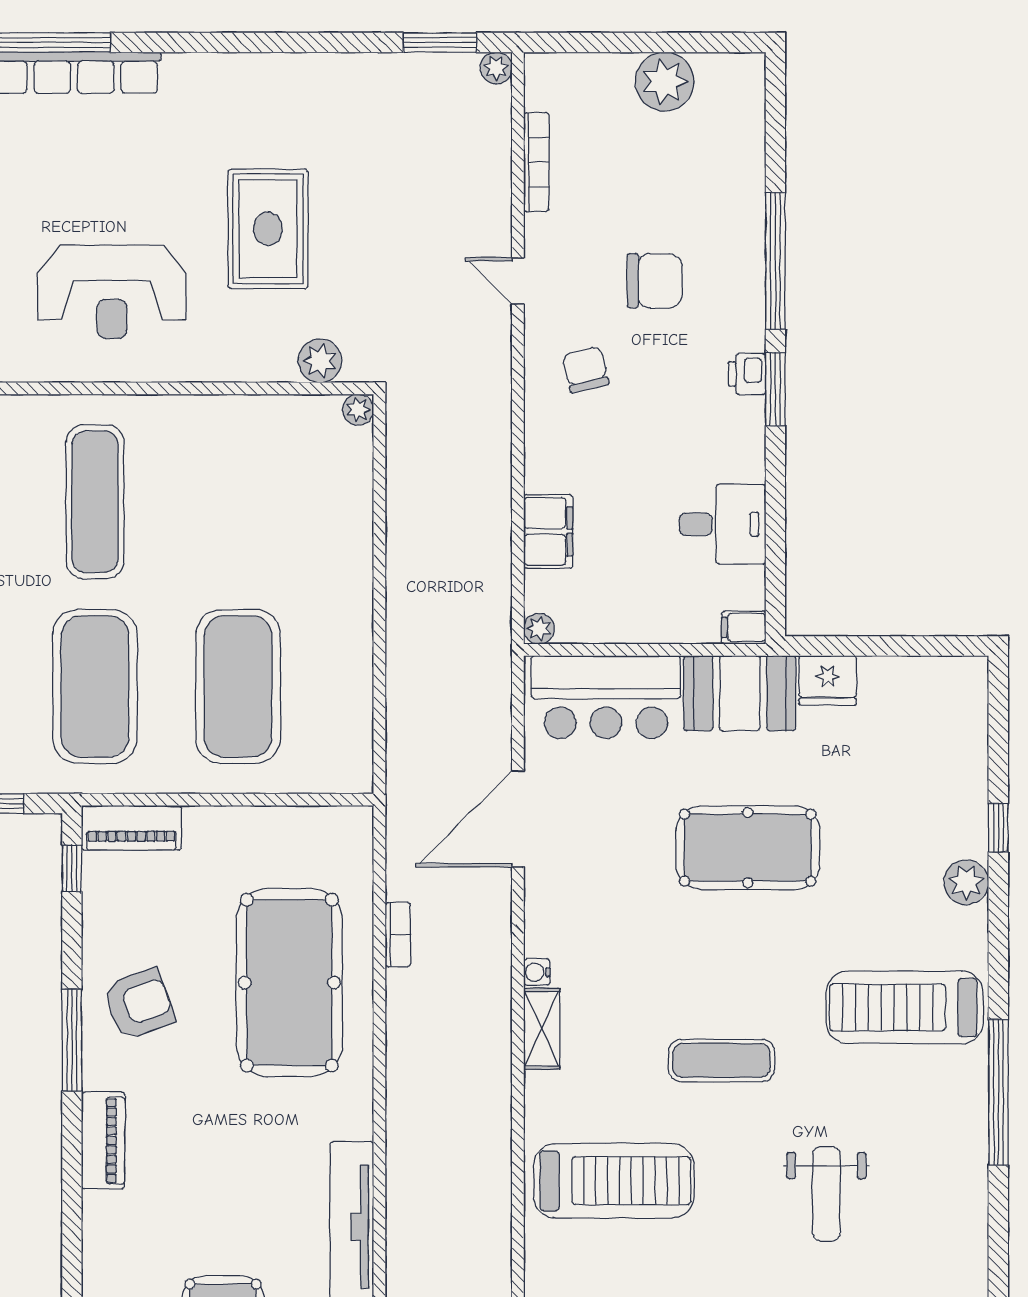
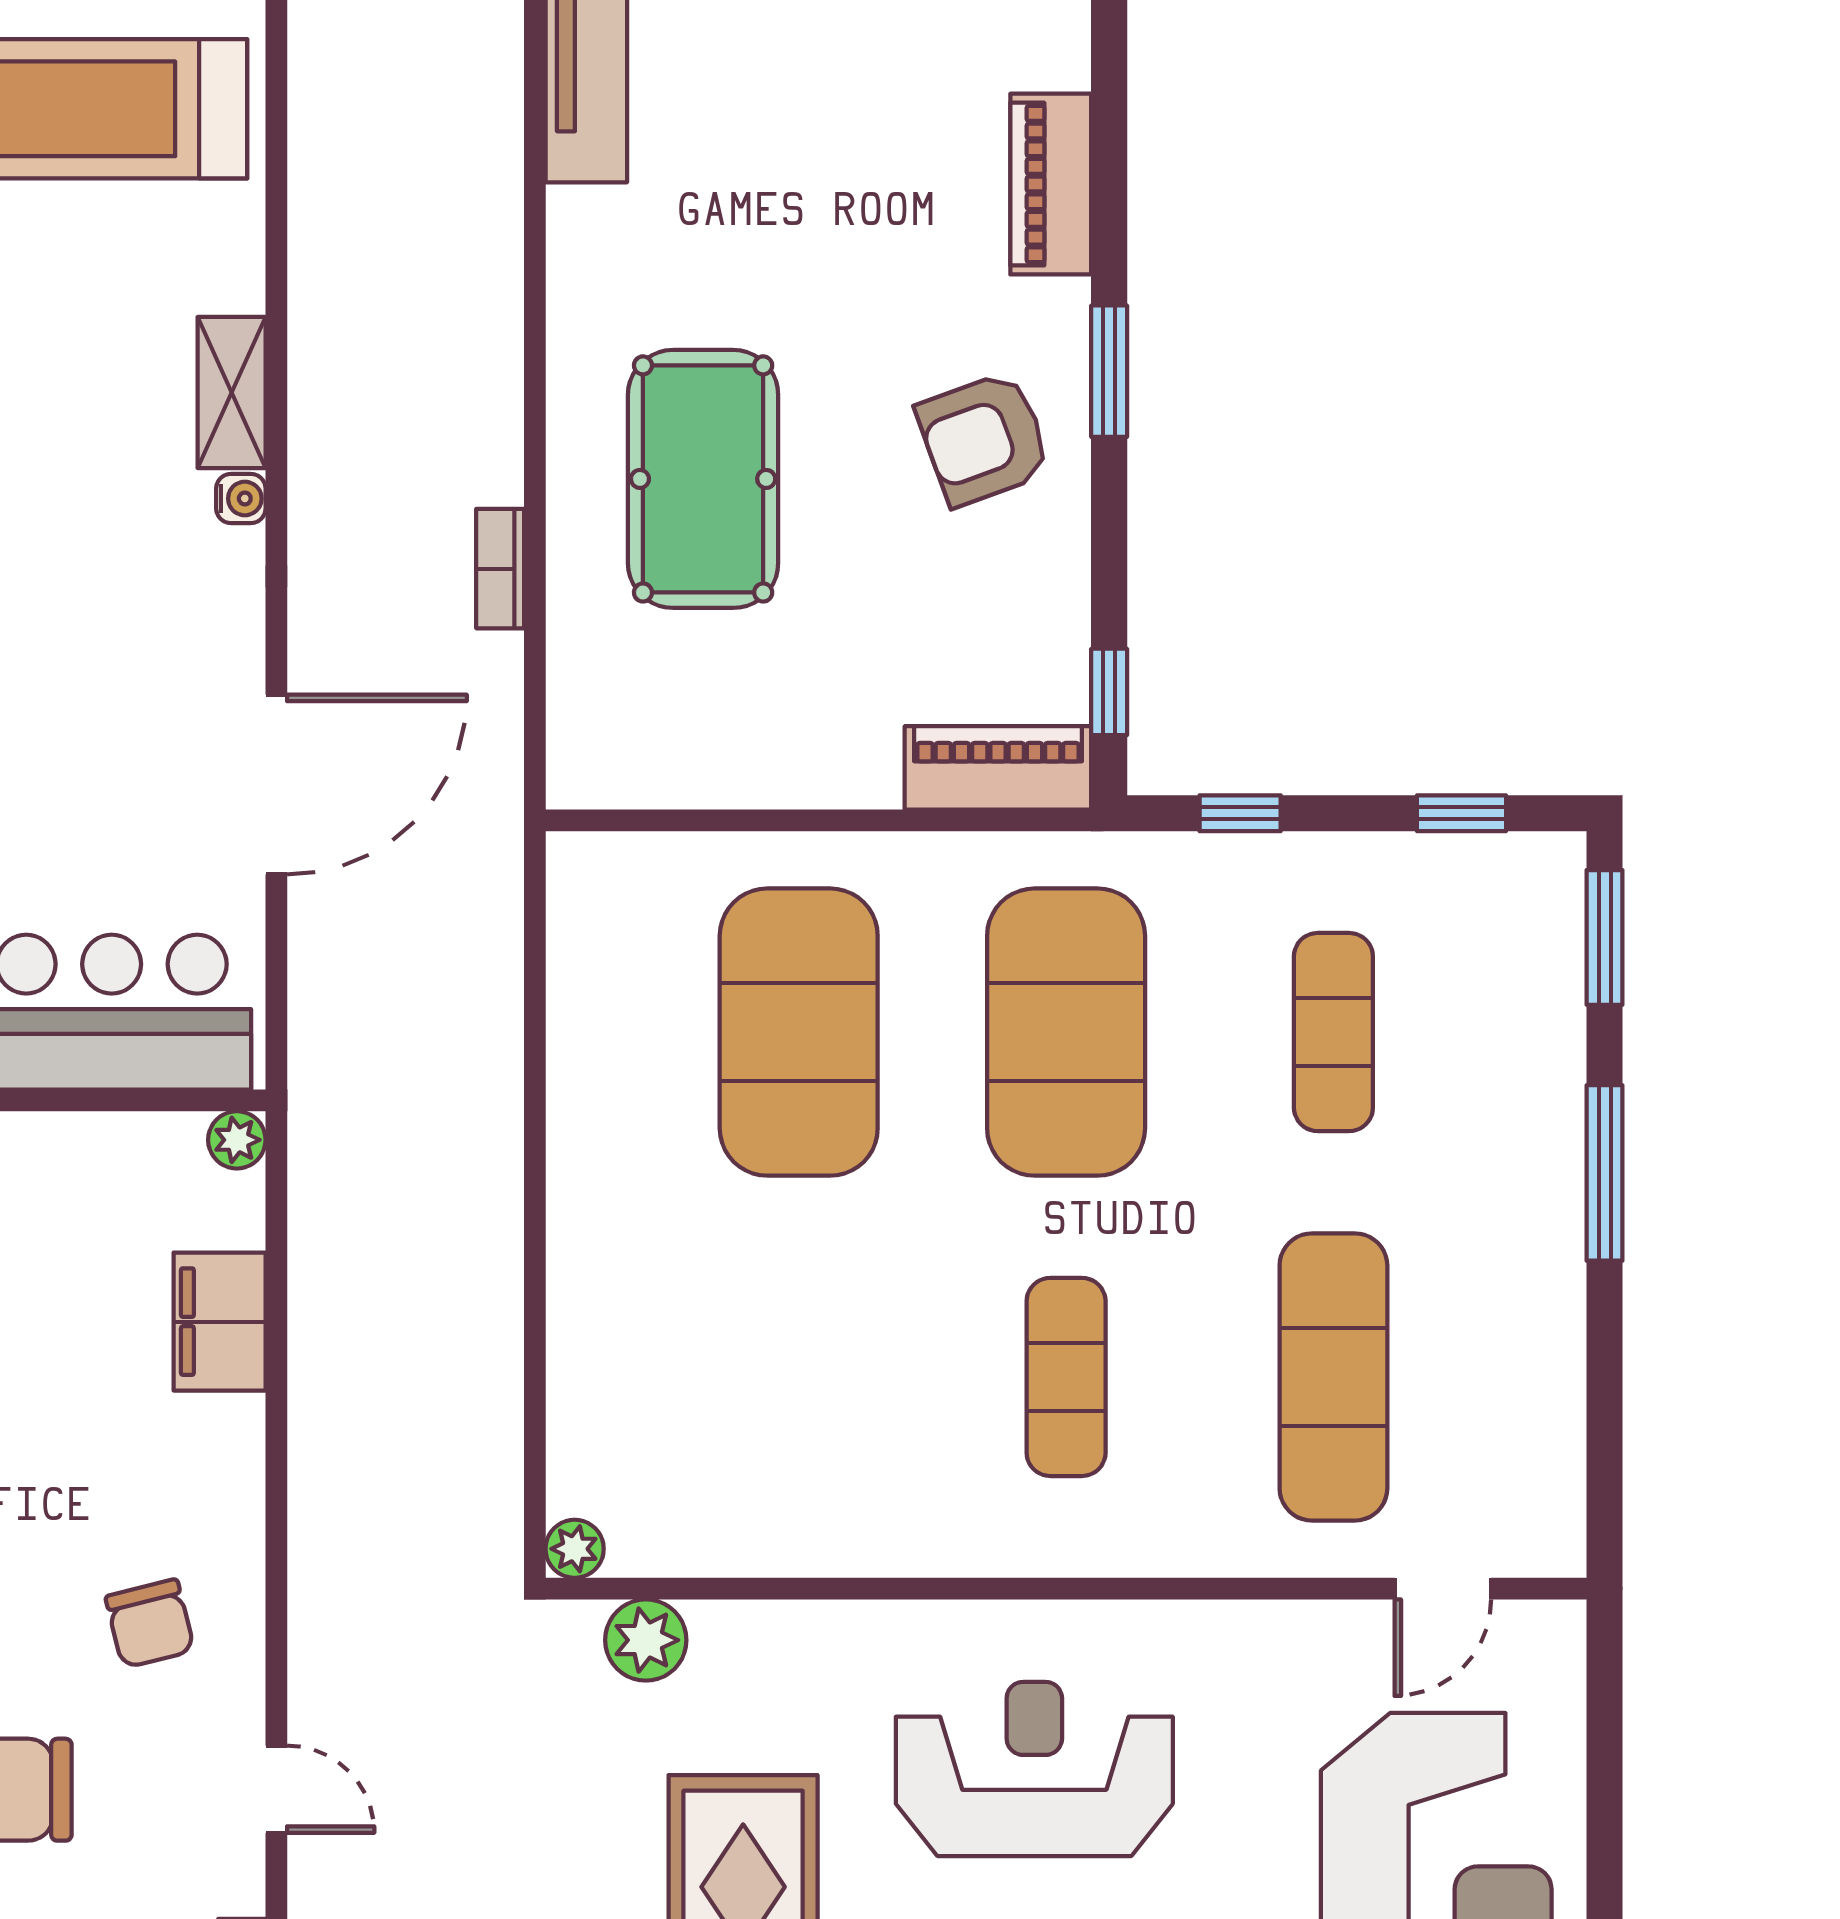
exercise mat: (95, 502) -> (1066, 1377), width x0.73, depth x0.69
pool table: (289, 983) -> (703, 479), width x0.73, depth x0.76
window: (72, 1040) -> (1109, 371), width x0.69

